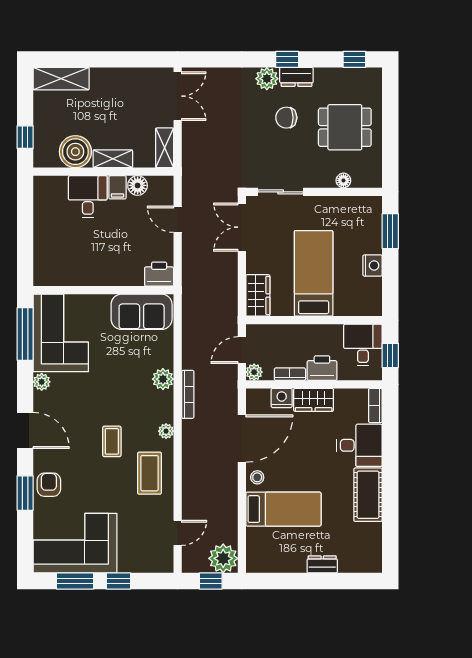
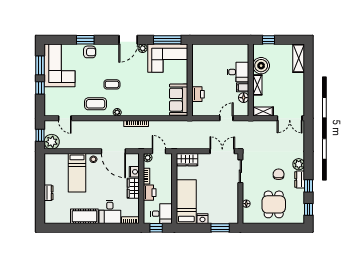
window: (287, 59) -> (309, 186), moved
bed: (314, 273) -> (186, 202), moved, turned -90
printer: (159, 274) -> (198, 94), moved
plant: (163, 379) -> (144, 111), removed
door: (25, 430) -> (128, 40), moved

